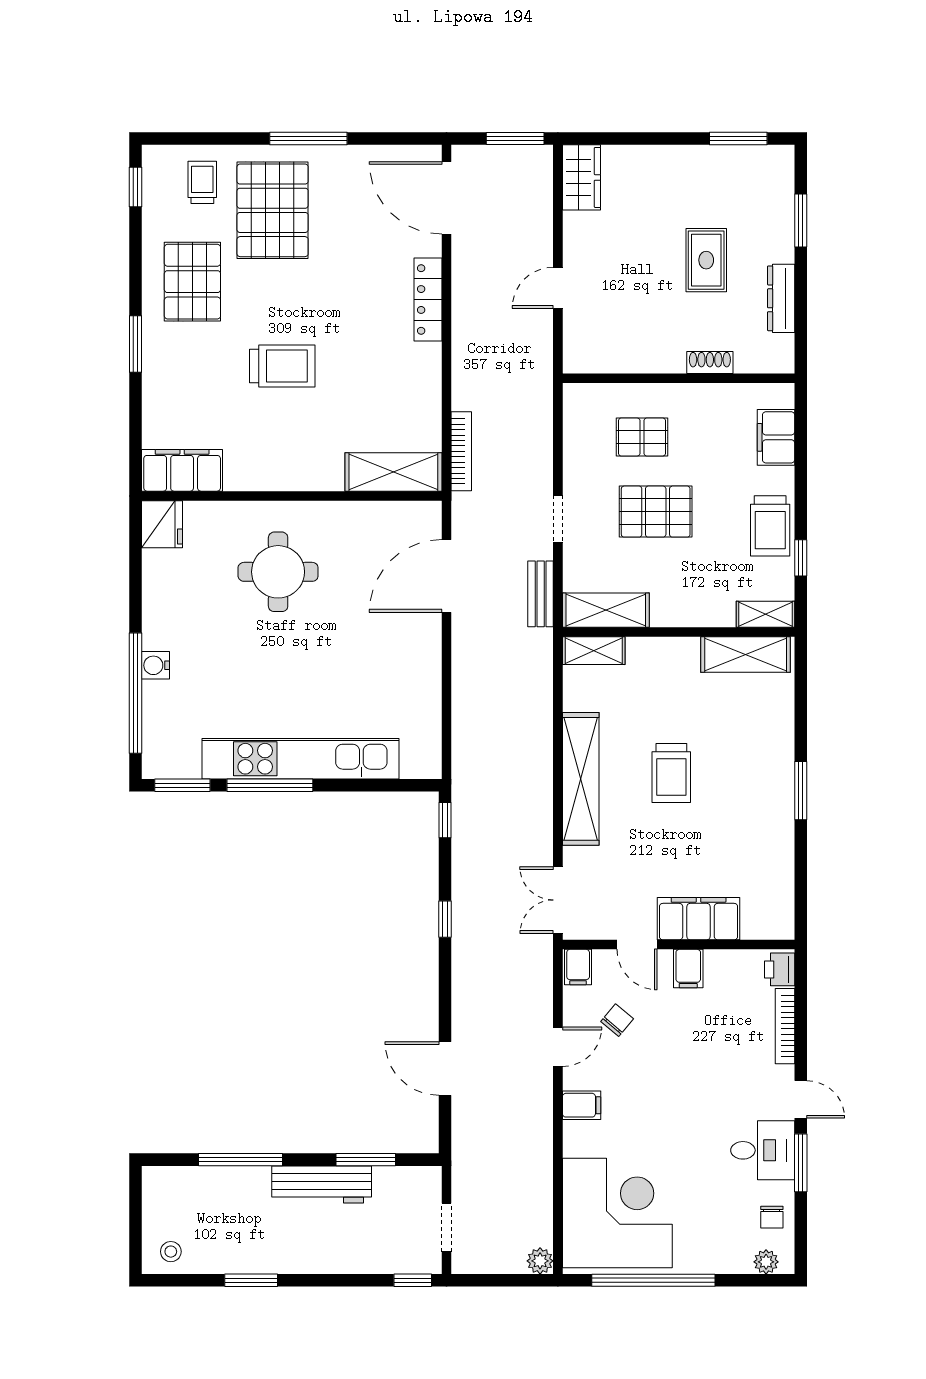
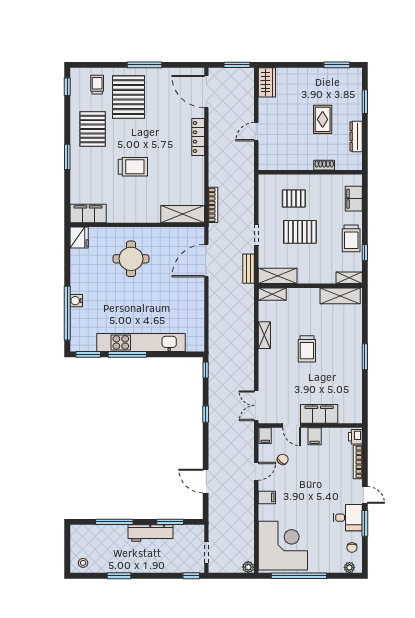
shelving: (581, 779) -> (264, 335), width x0.45, depth x0.75

